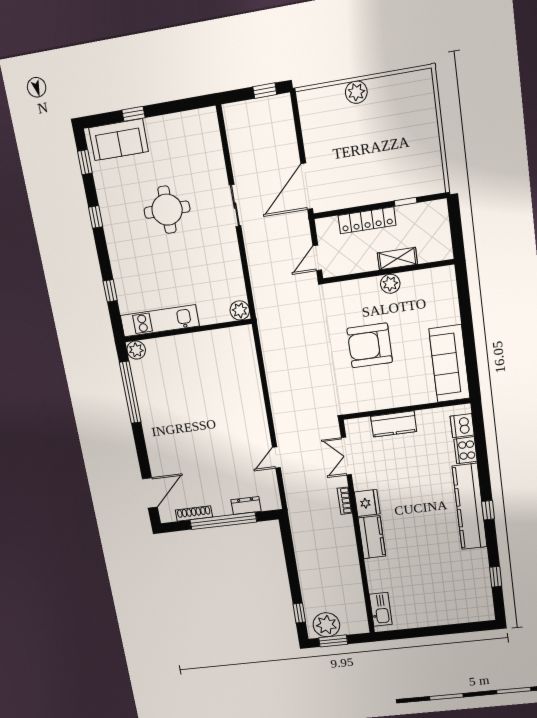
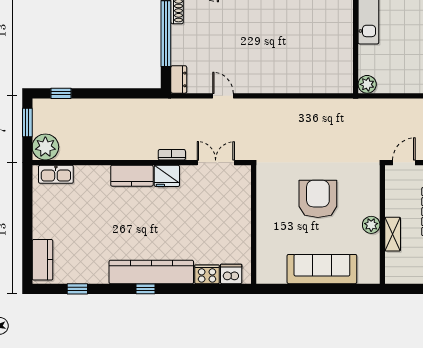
door: (317, 258) -> (404, 163), hinge flipped
sofa: (449, 364) -> (322, 269), moved
kitchen counter: (394, 424) -> (42, 260), moved, turned 180
dresser: (246, 506) -> (179, 79), moved
plant: (326, 625) -> (45, 147), moved

